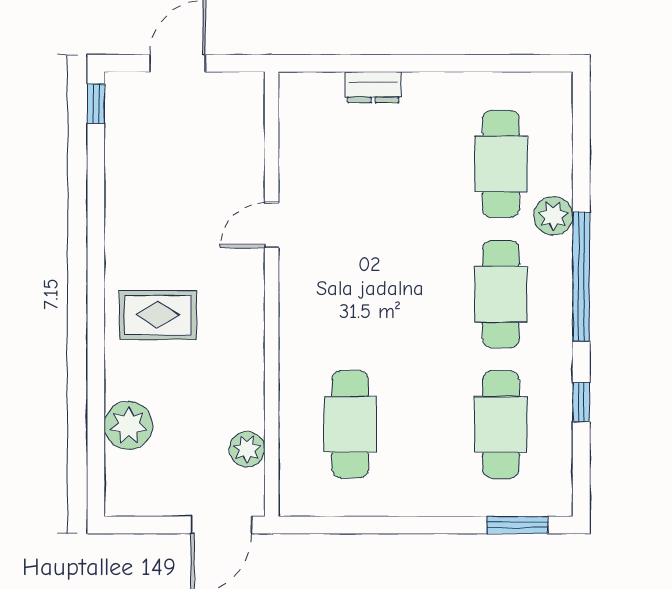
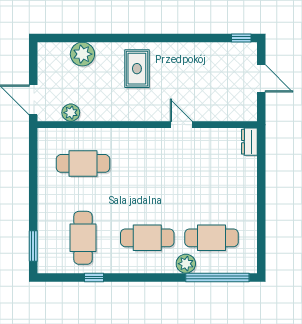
dresser: (373, 87) -> (249, 142), moved
window: (581, 277) -> (217, 277), moved
cafe table: (501, 424) -> (83, 238), turned 90

